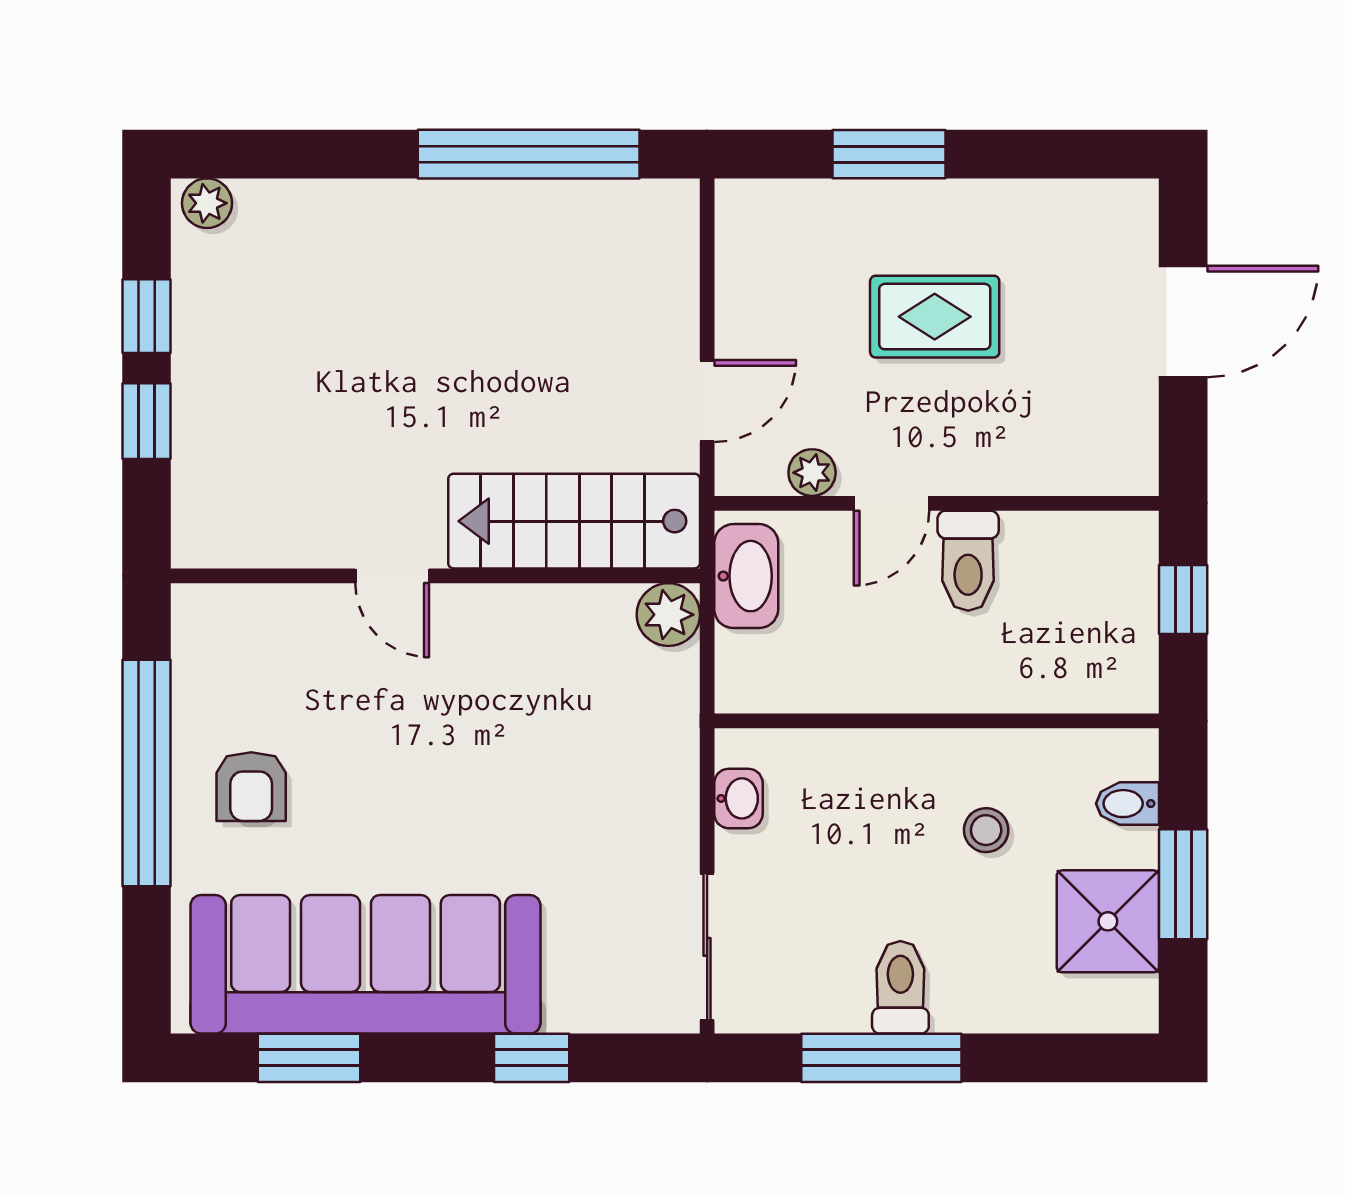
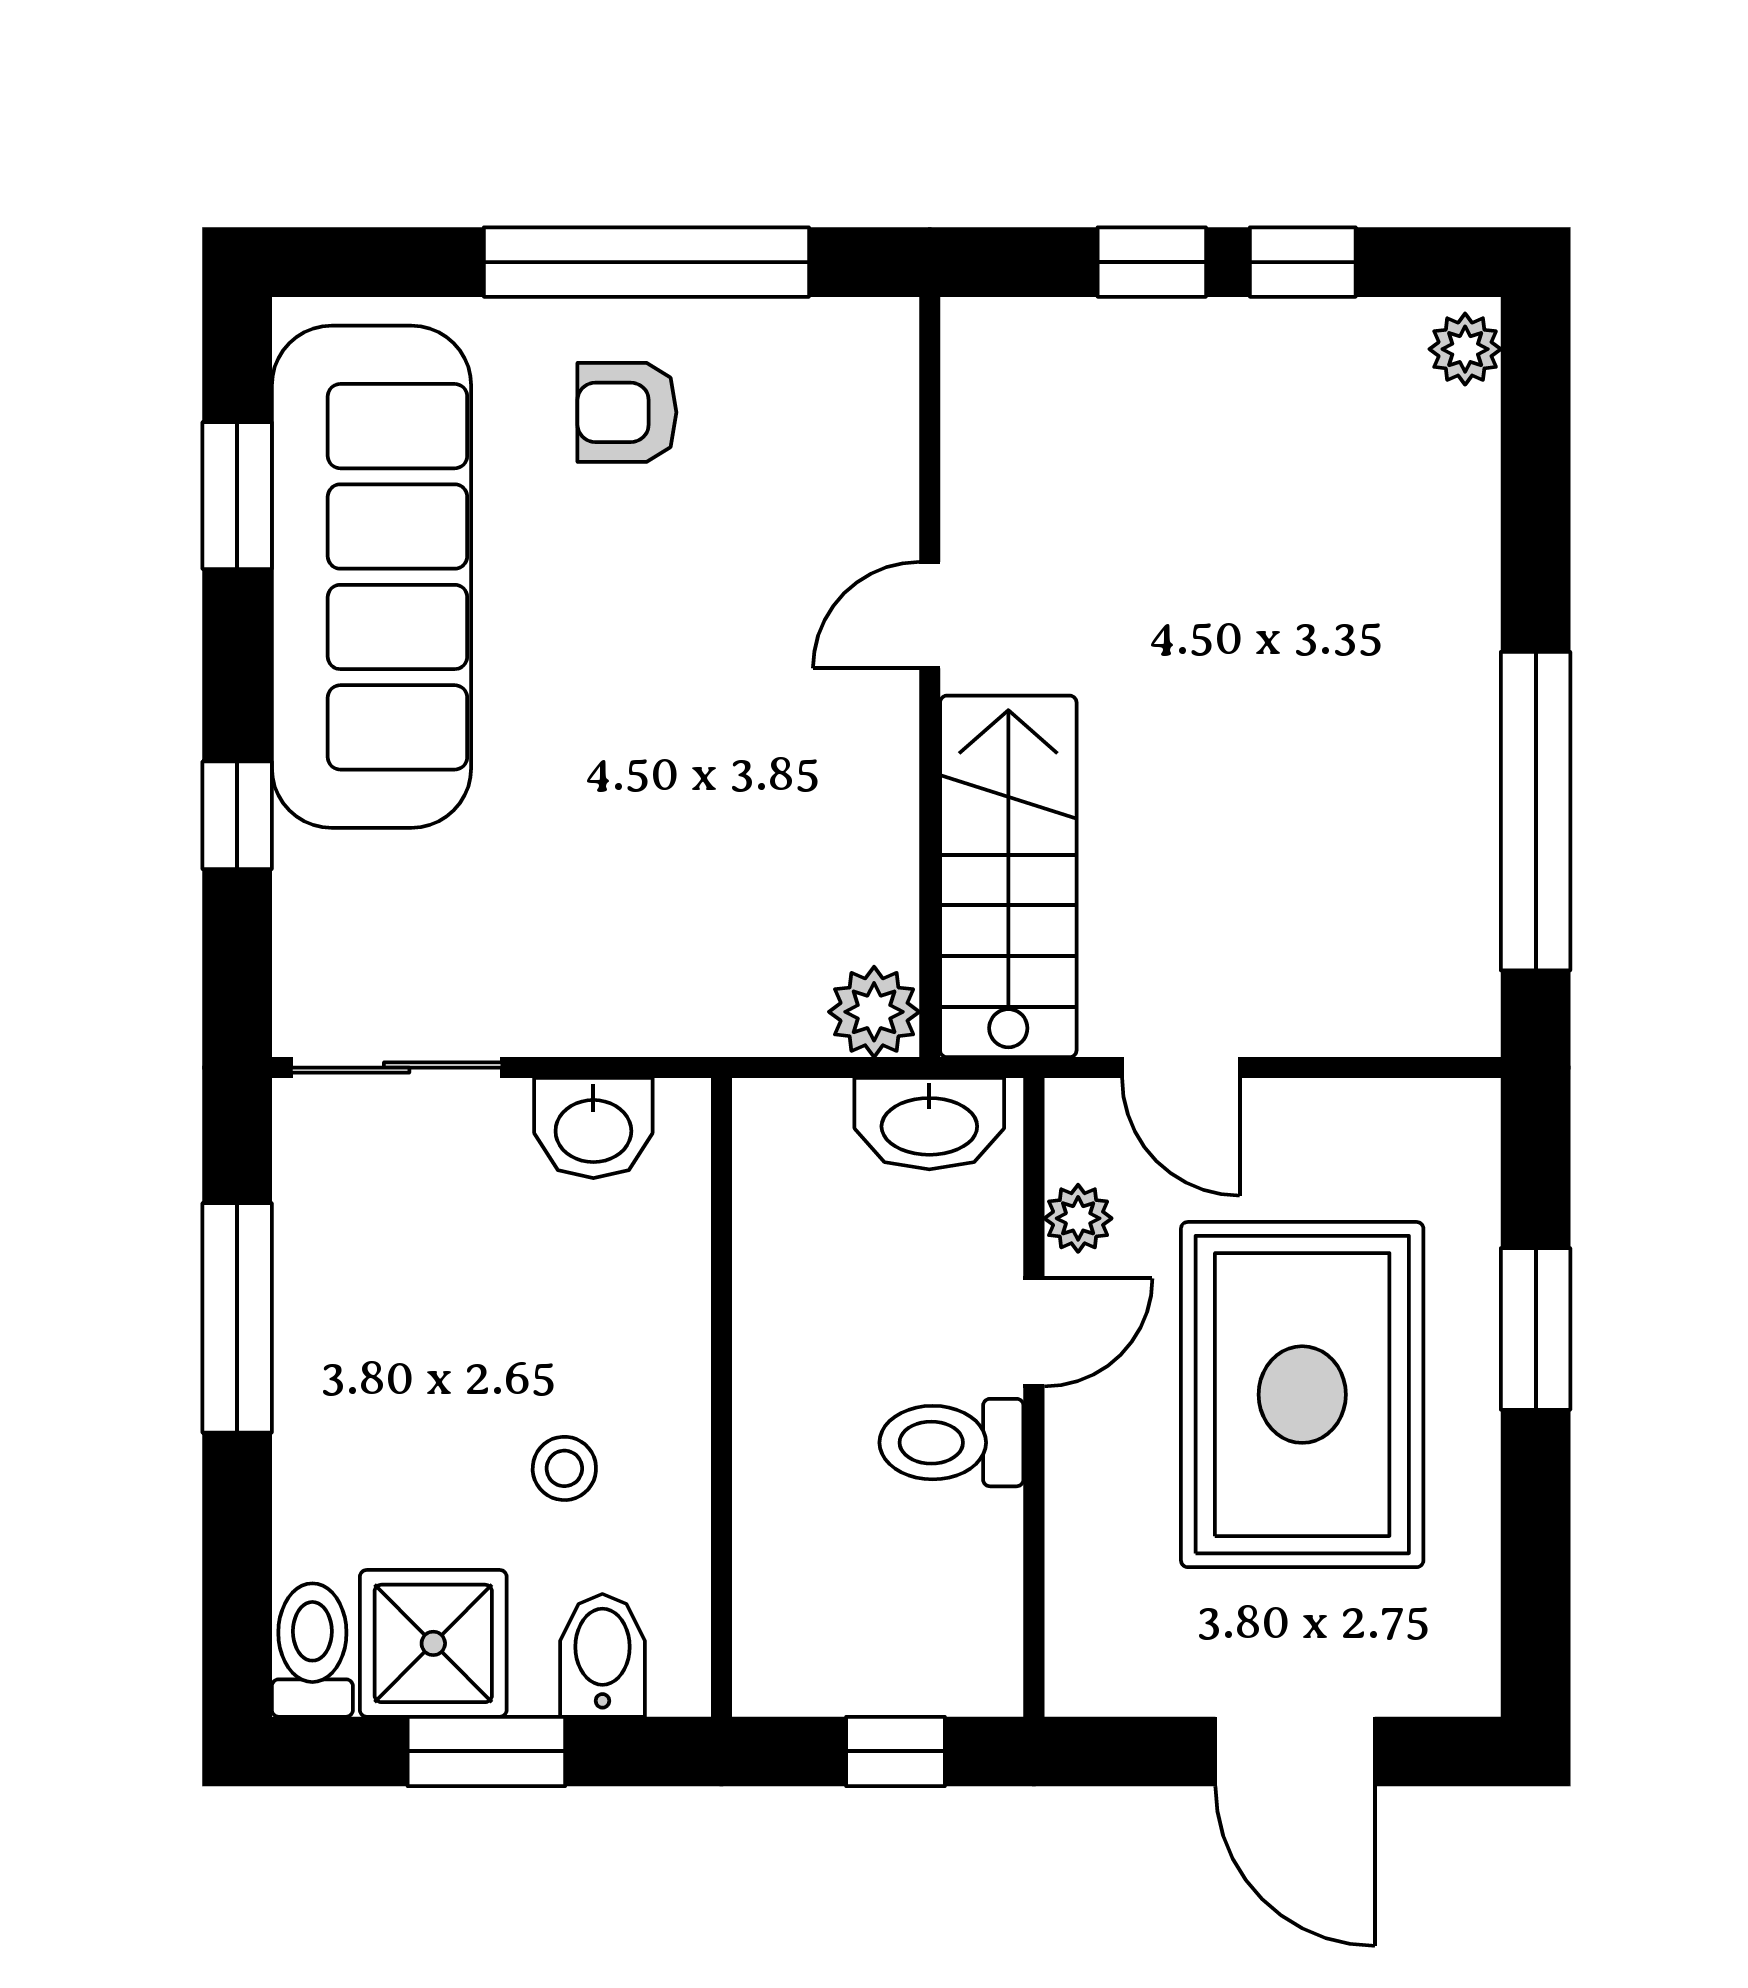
rug: (935, 317) -> (1302, 1395), width x1.86, depth x2.06
door: (891, 503) -> (1034, 1332), swing flipped
washbasin: (738, 798) -> (593, 1128), width x1.38, depth x1.45
bidet: (1128, 804) -> (602, 1655), width x1.38, depth x1.36
toilet: (900, 987) -> (312, 1650), moved, turned -90

